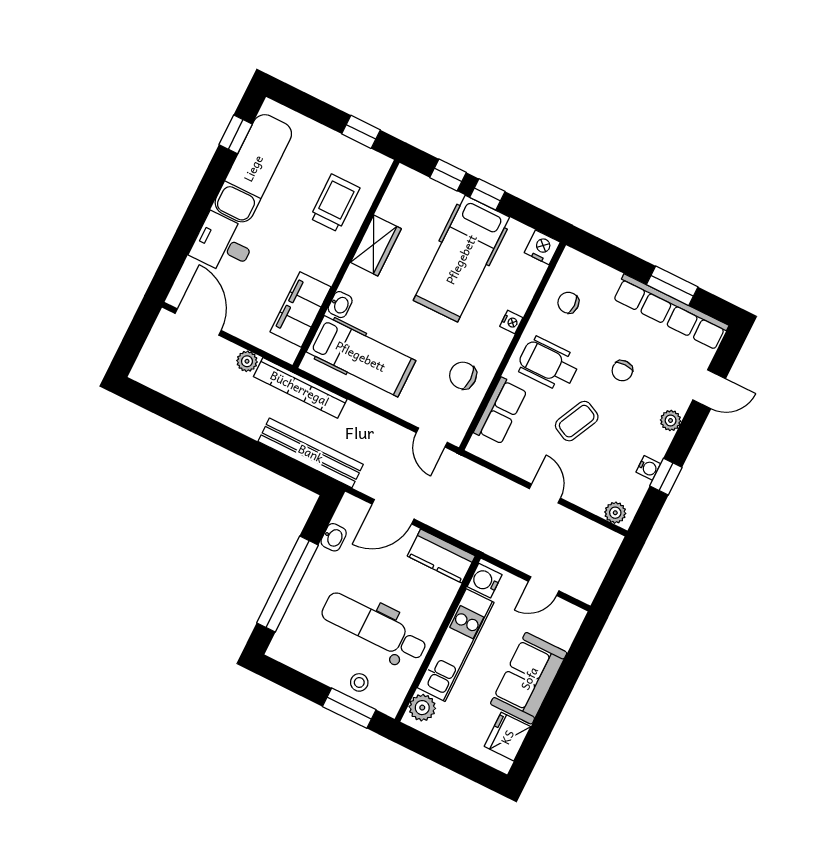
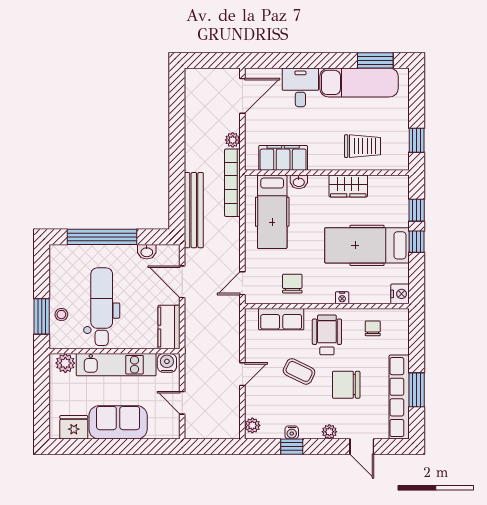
window: (236, 134) -> (375, 60), width x1.50
chair: (622, 371) -> (346, 385), width x1.87, depth x1.87

